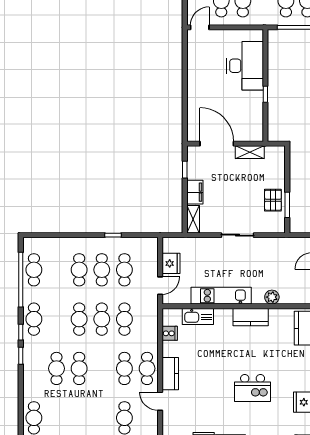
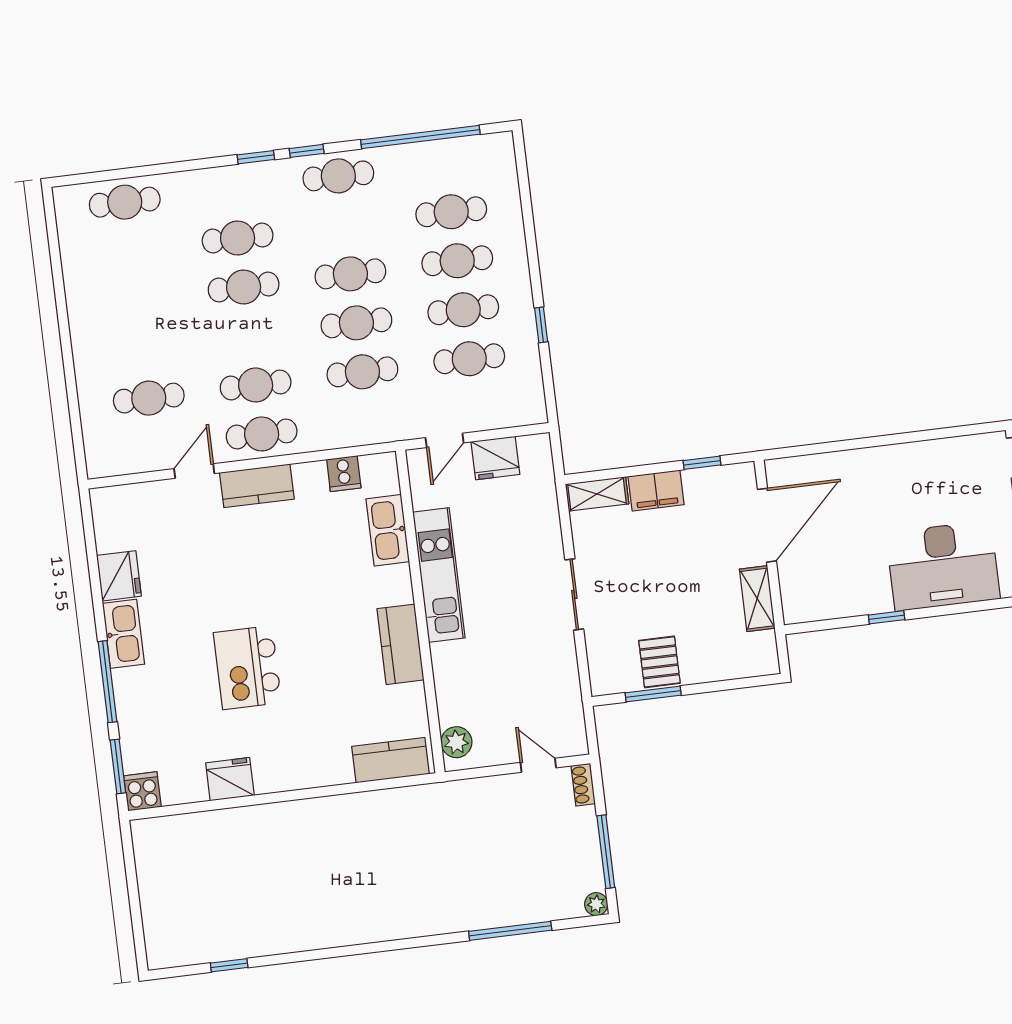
pallet: (273, 200) -> (659, 662), turned 90
cafe table: (34, 270) -> (451, 212), moved
door: (160, 286) -> (445, 440), hinge flipped
plant: (272, 297) -> (456, 742), moved

